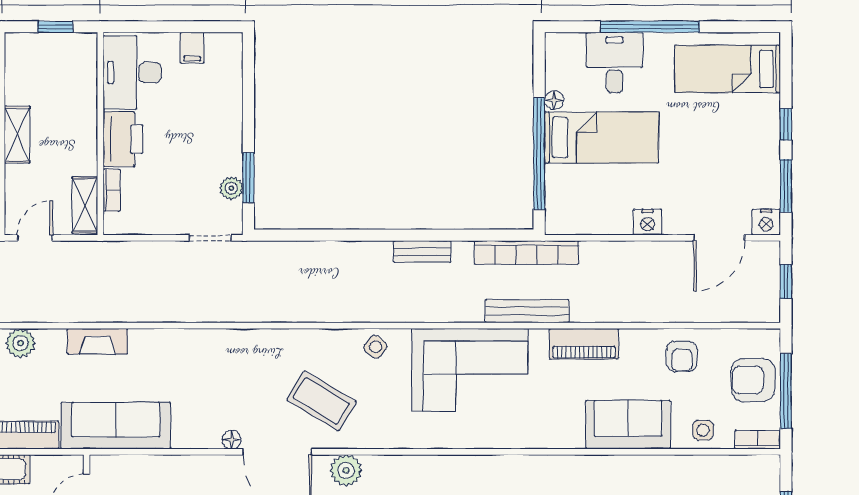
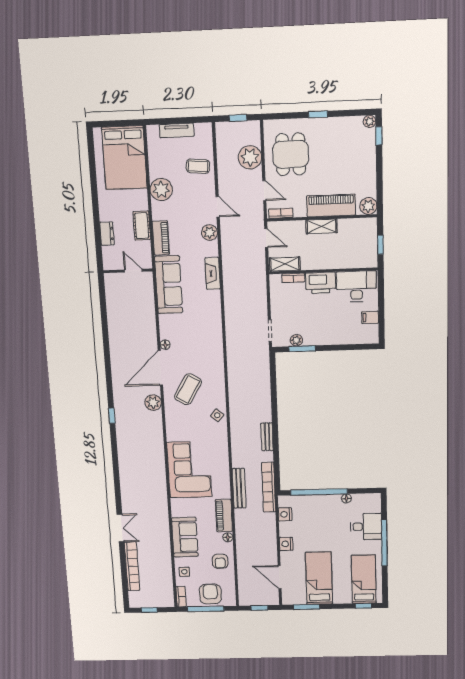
window: (786, 124) -> (363, 606), moved
bed: (602, 138) -> (319, 578), moved, turned 180
nightstand: (766, 222) -> (285, 514), moved
floor lamp: (630, 338) -> (228, 537), added
armchair: (682, 356) -> (220, 561), turned -90
corner sofa: (470, 370) -> (189, 470), moved, turned 180

